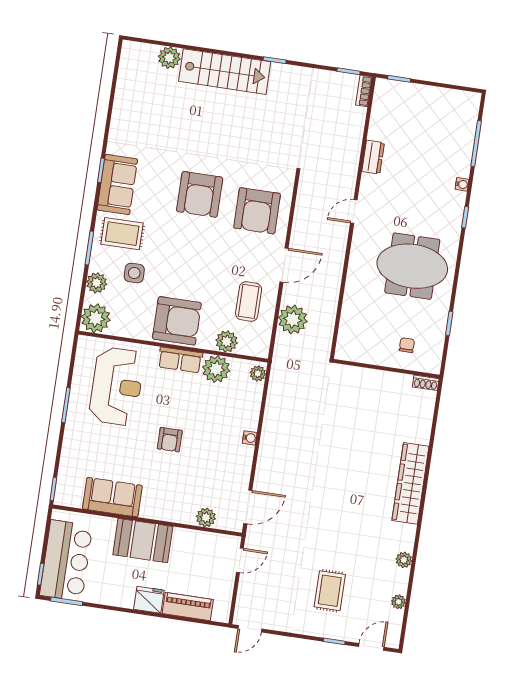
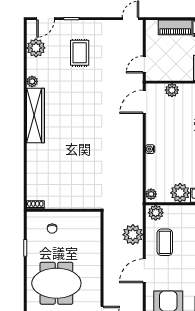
plant: (227, 341) -> (156, 213), moved
wardrobe: (410, 483) -> (35, 115), moved
plant: (398, 602) -> (36, 48), width x1.88, depth x1.88

